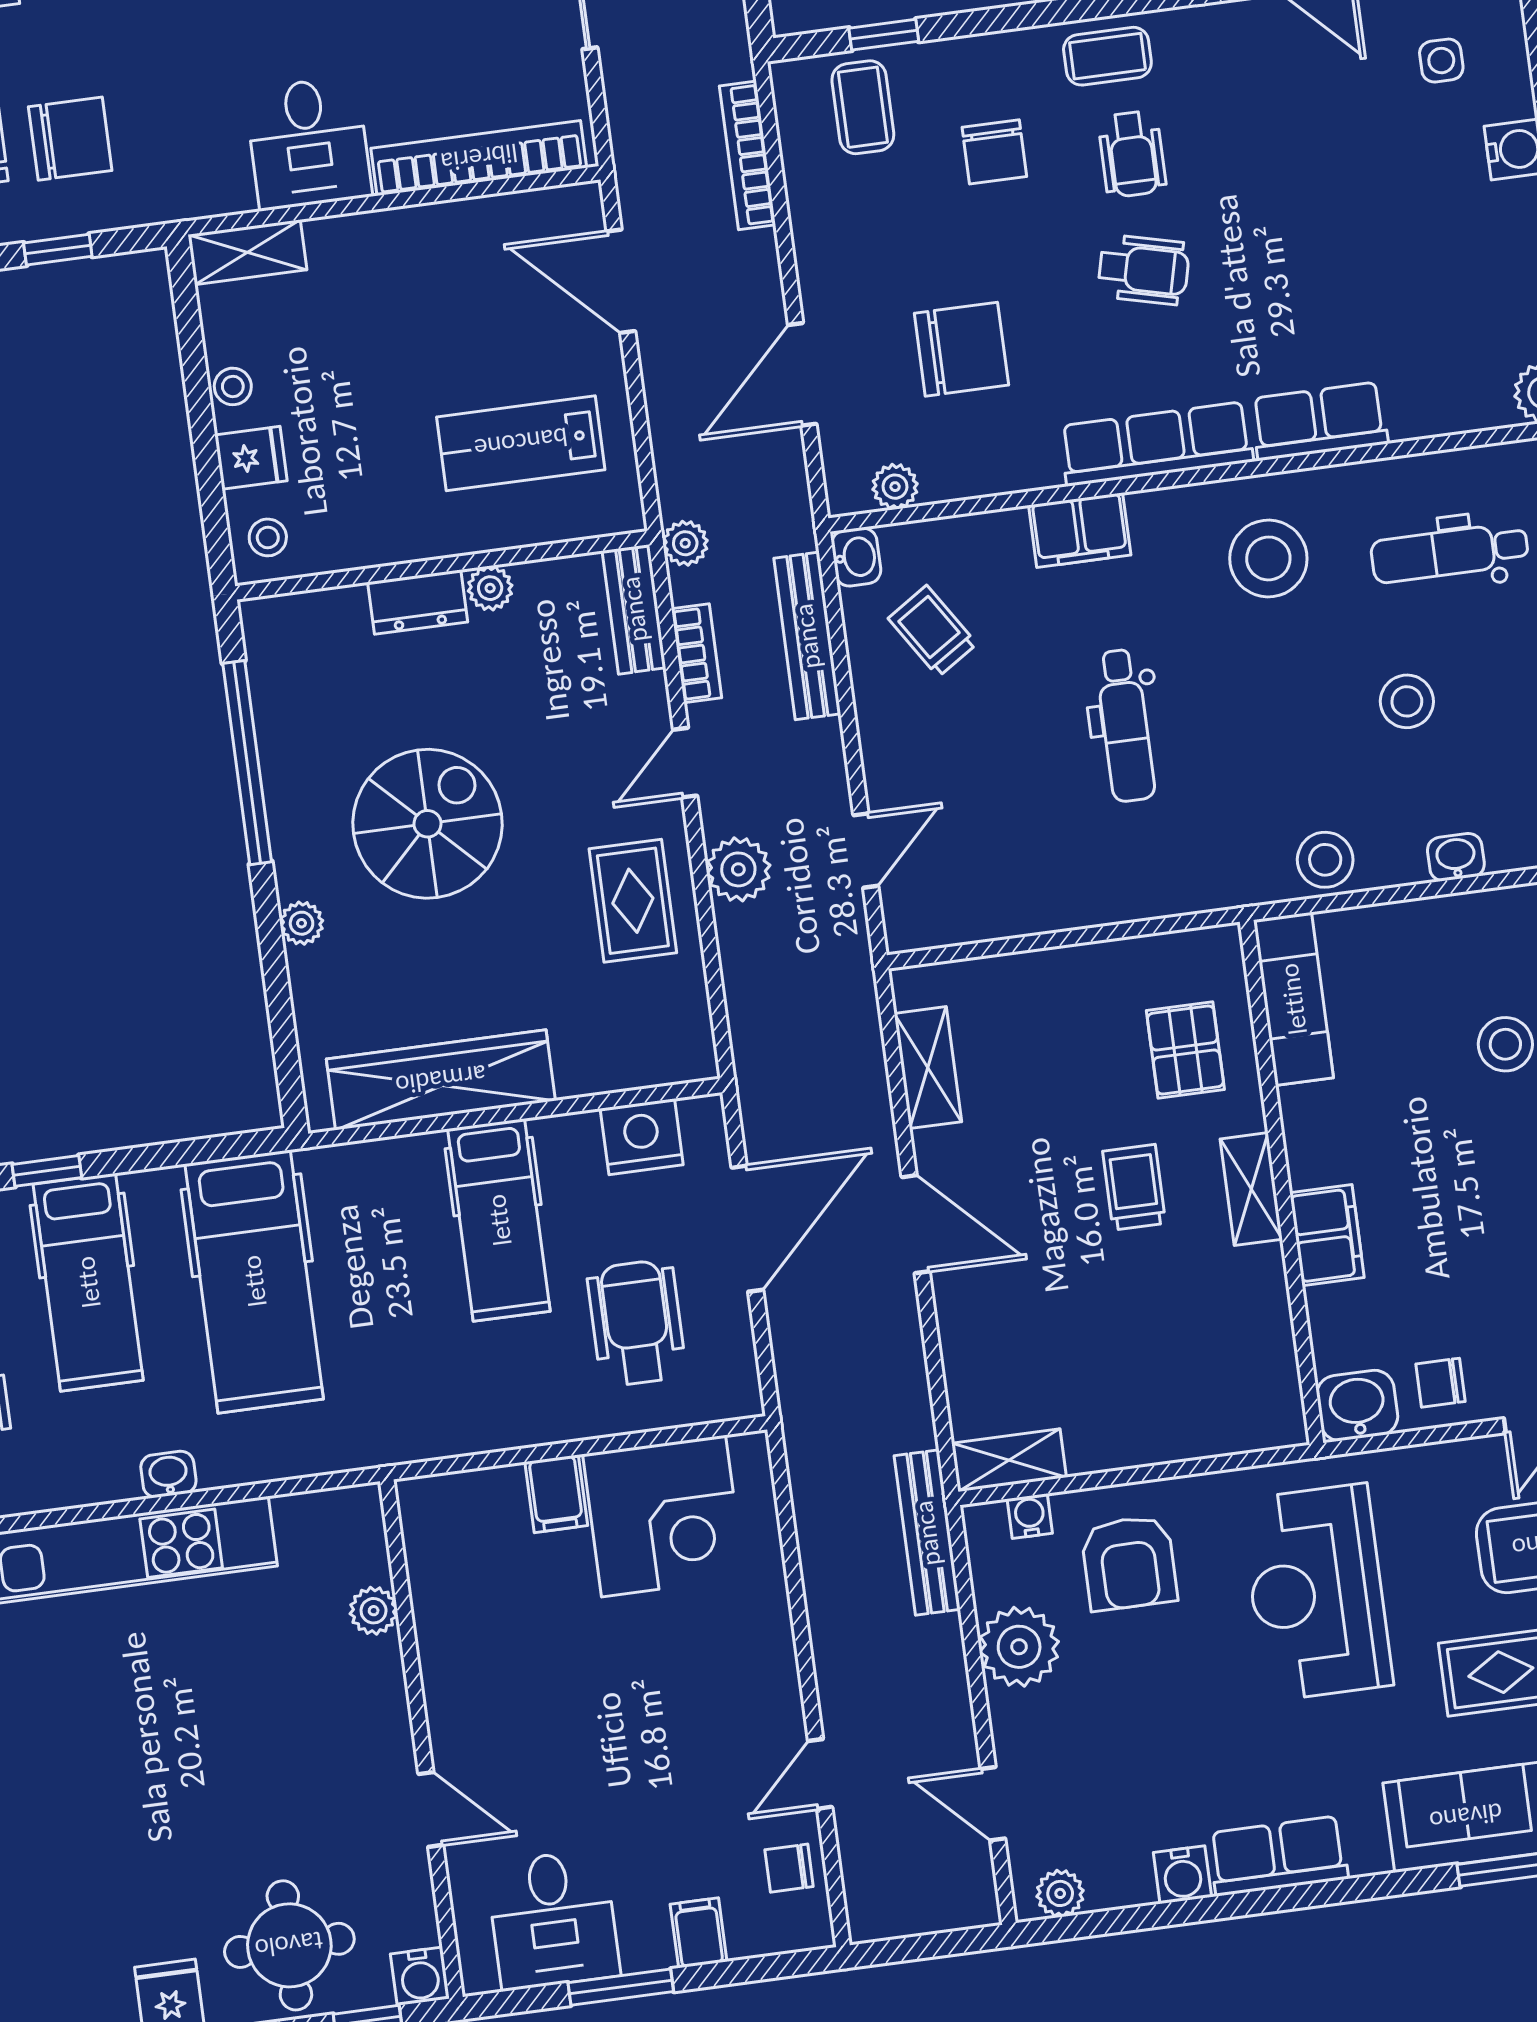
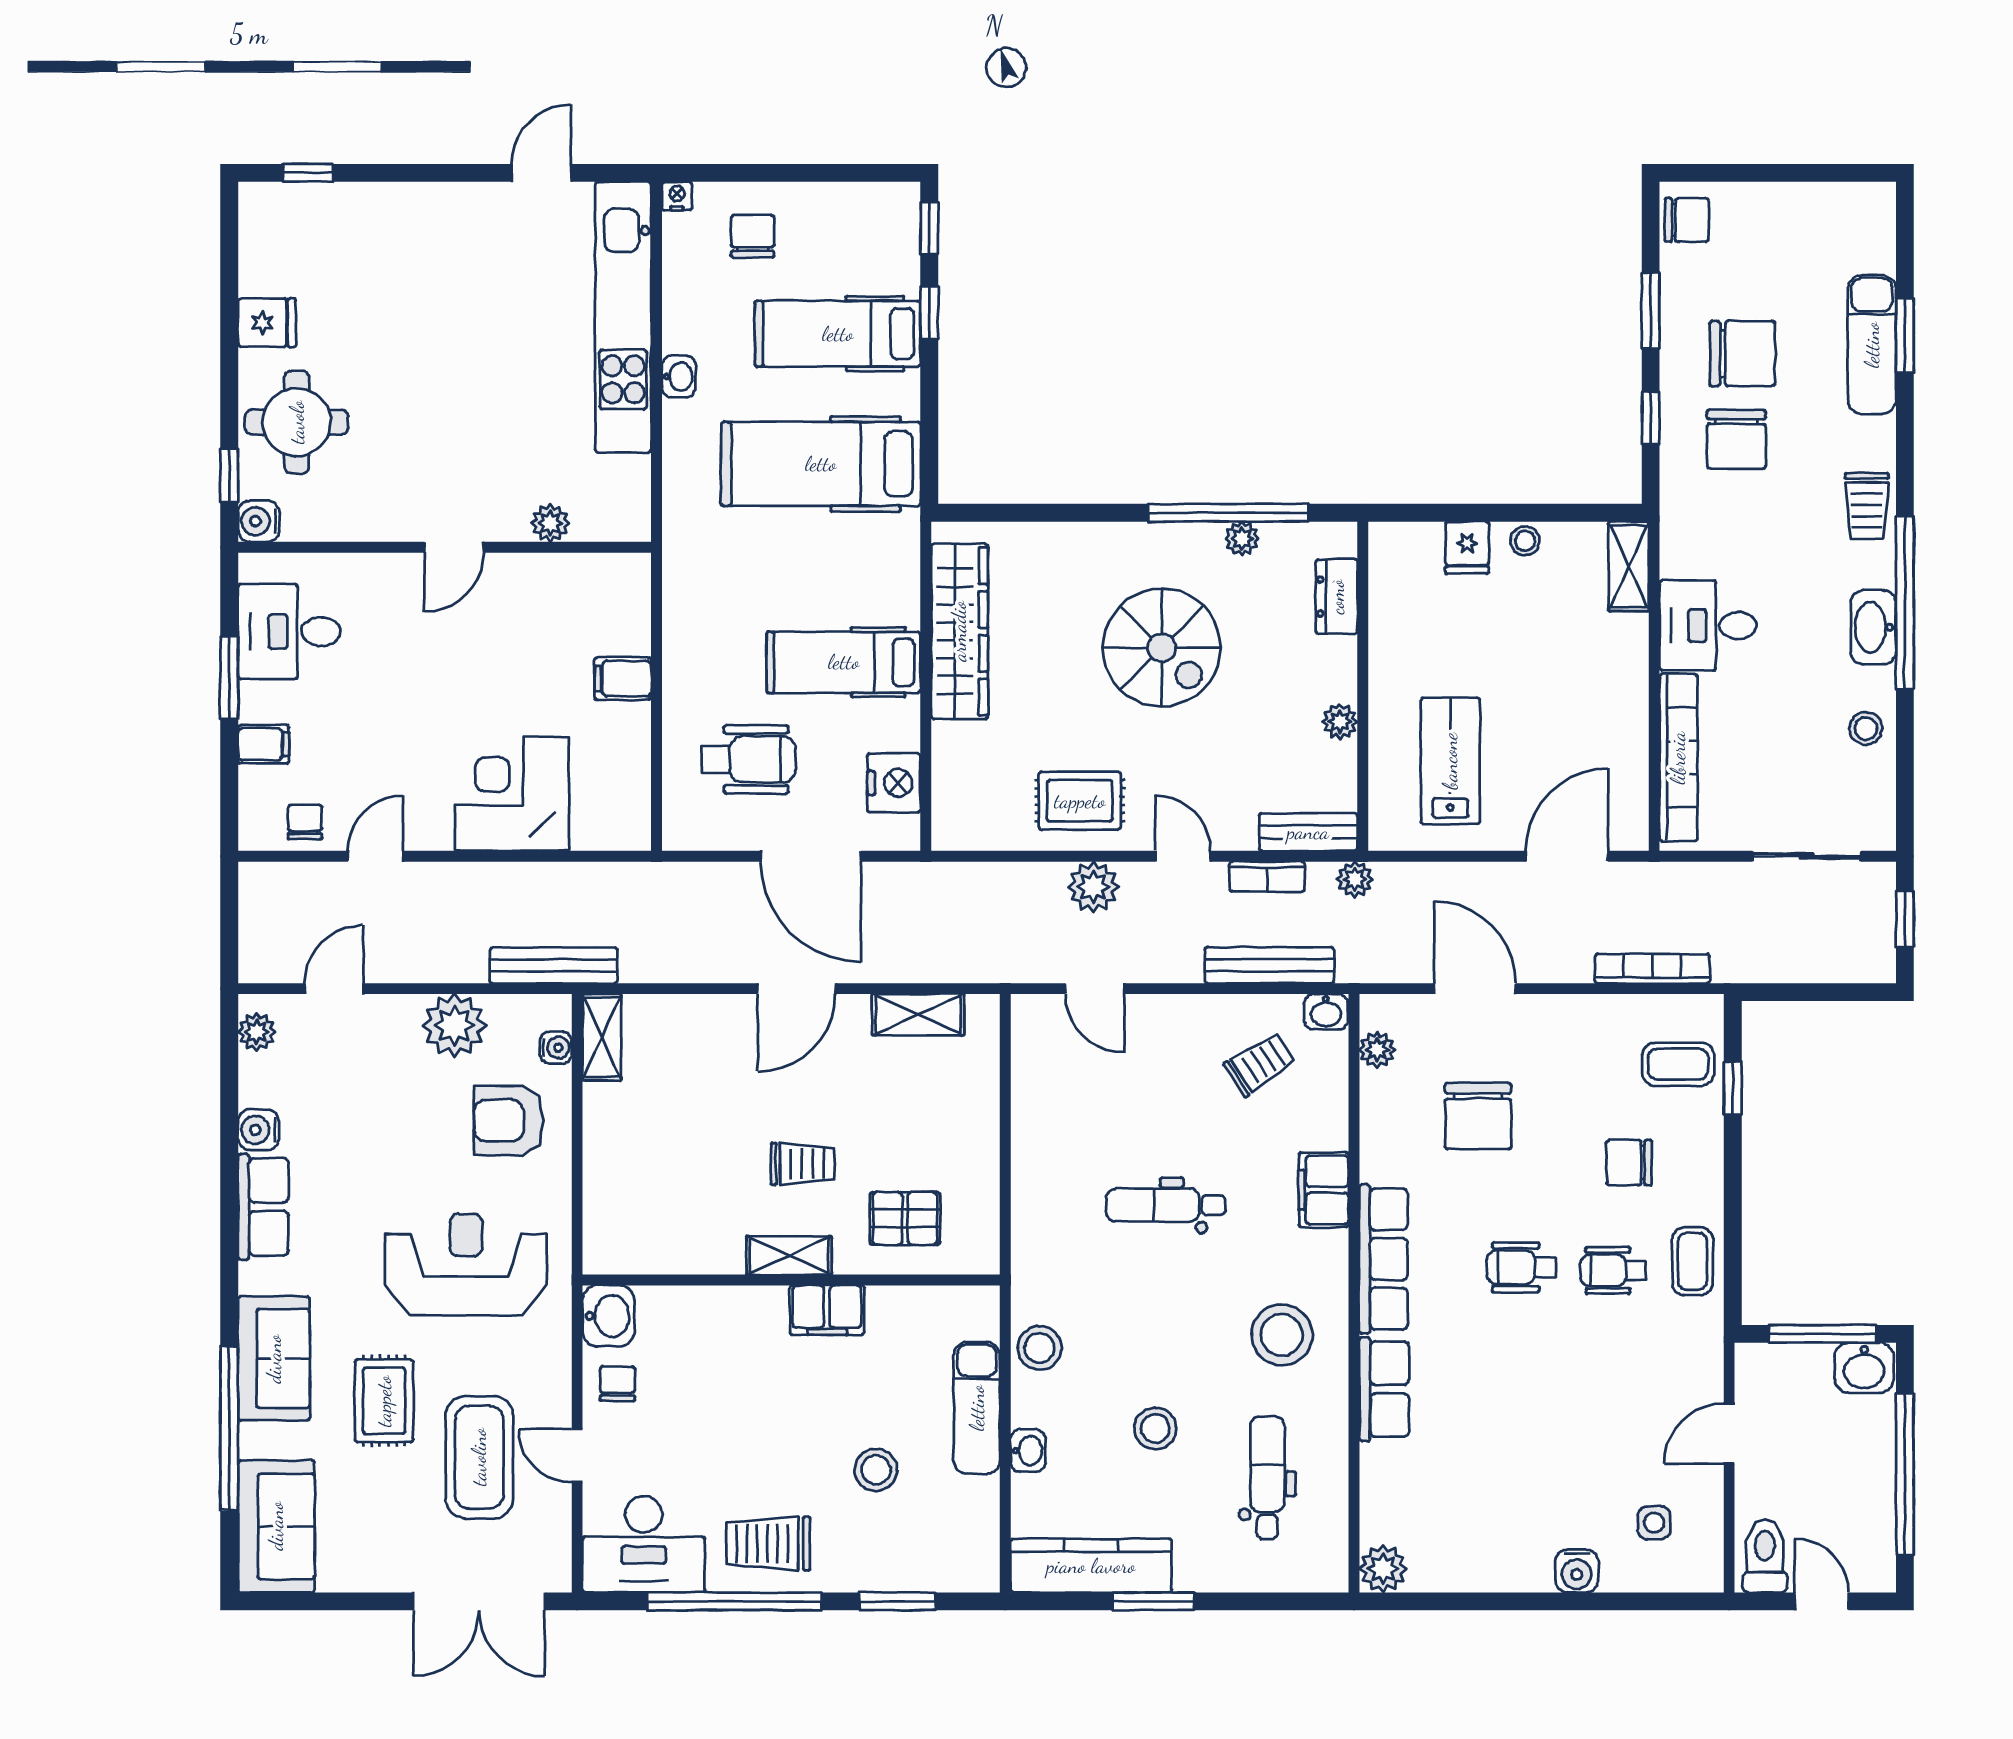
wheelchair: (1144, 270) -> (1521, 1267), turned 76
stool: (268, 537) -> (1403, 552), removed
dresser: (418, 602) -> (1337, 597), moved
plant: (302, 923) -> (1242, 539), moved
exam couch: (1293, 999) -> (977, 1408), moved, turned 90
filing cabinet: (1327, 1235) -> (827, 1310), moved
corner desk: (664, 1516) -> (512, 794), moved, turned 90
door: (820, 1774) -> (375, 856), hinge flipped
door: (431, 1809) -> (454, 547), moved

